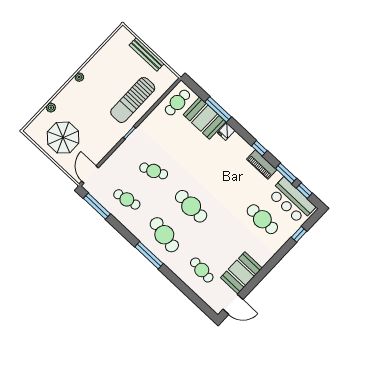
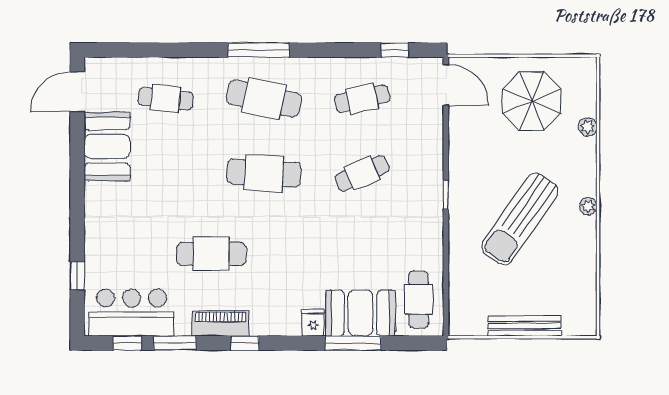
sun lounger: (133, 100) -> (520, 219), moved, turned -145
window: (97, 206) -> (395, 50), width x0.46
cafe table: (262, 219) -> (211, 254), moved

